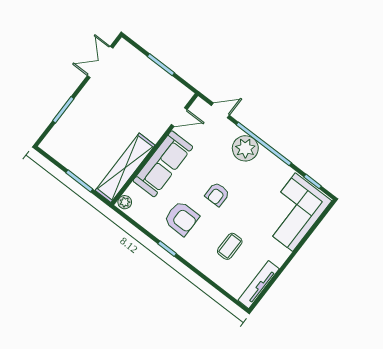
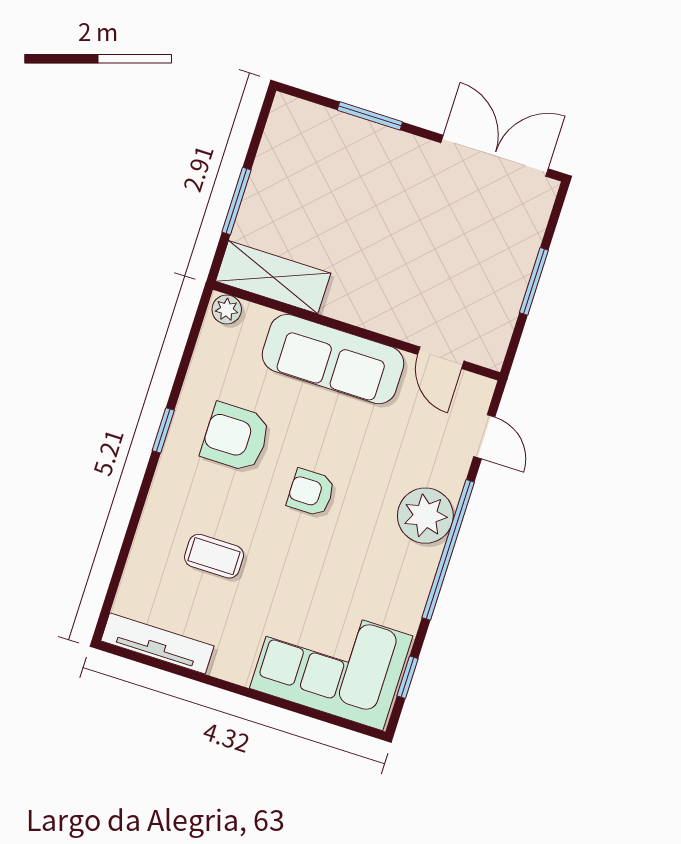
double door: (100, 62) -> (494, 156), width x1.37
shelving: (125, 168) -> (273, 277), width x0.68
armchair: (182, 218) -> (236, 437), turned 90

